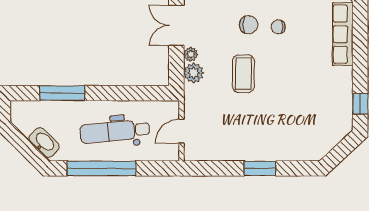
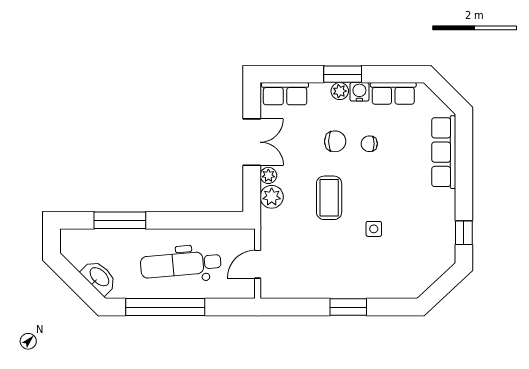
double door: (176, 25) -> (252, 142), swing flipped
side table: (282, 101) -> (374, 229), added

